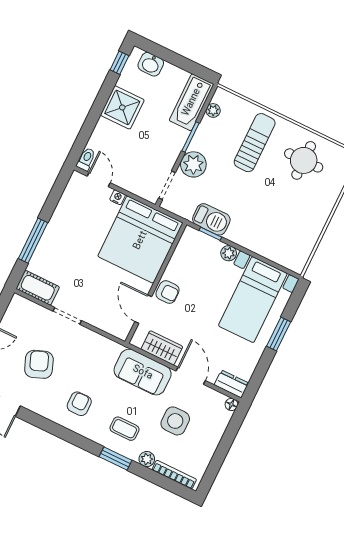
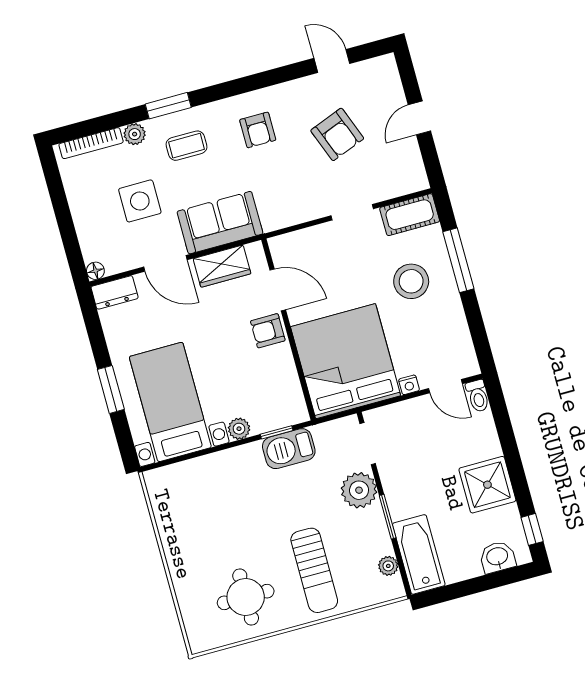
stool: (68, 251) -> (411, 281), added

